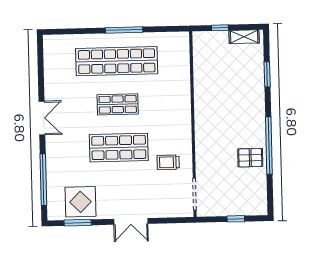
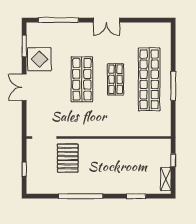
pallet: (250, 158) -> (68, 158), moved, width x1.50, depth x1.42
trolley: (168, 162) -> (70, 117), removed
display table: (80, 202) -> (39, 59), moved

